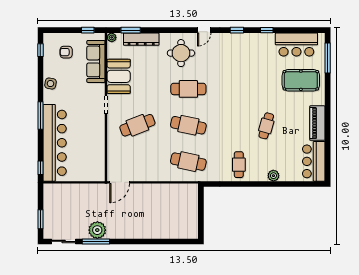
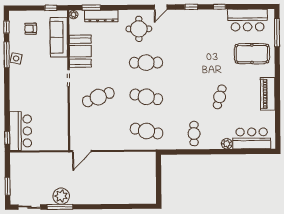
window: (40, 116) -> (7, 55), moved
bar counter: (55, 143) -> (21, 131), width x0.54
bar counter: (314, 161) -> (252, 138), moved, turned 90

